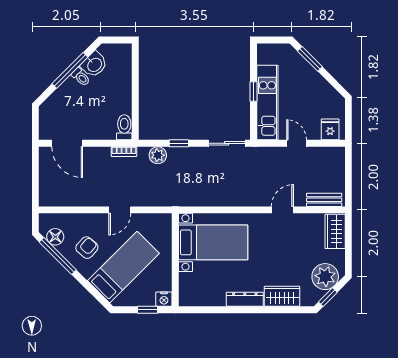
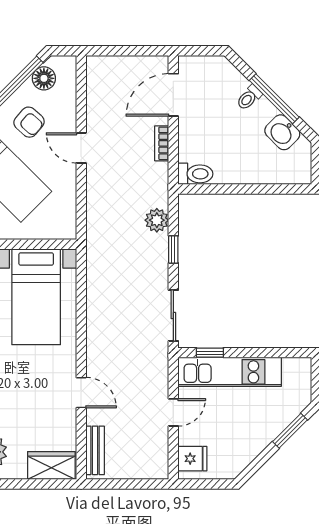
toilet: (81, 77) -> (249, 98), moved
window: (253, 91) -> (210, 353), moved
bookcase: (124, 152) -> (162, 143), moved
door: (120, 210) -> (81, 148), moved

